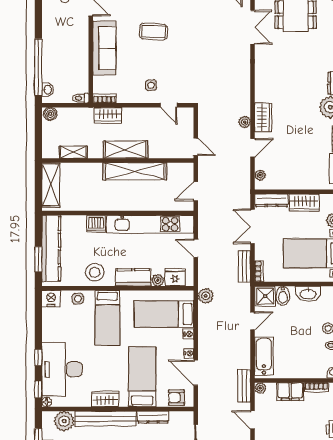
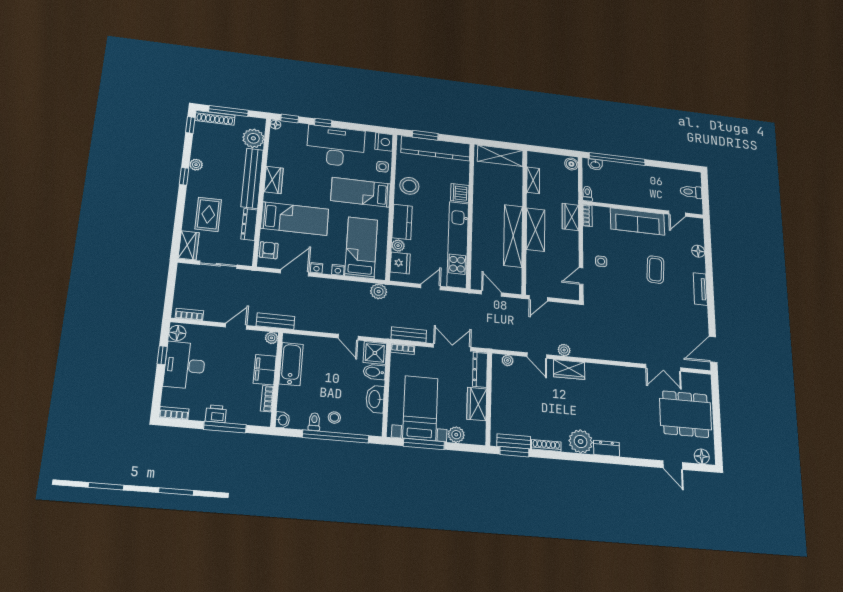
bathtub: (264, 356) -> (291, 364), moved, turned -90
desk: (62, 369) -> (336, 146), moved

